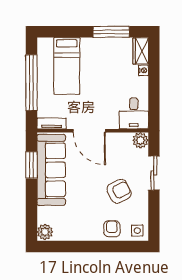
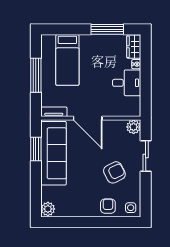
window: (31, 83) -> (36, 75), width x0.68
desk: (134, 113) -> (127, 83), moved, turned -90

